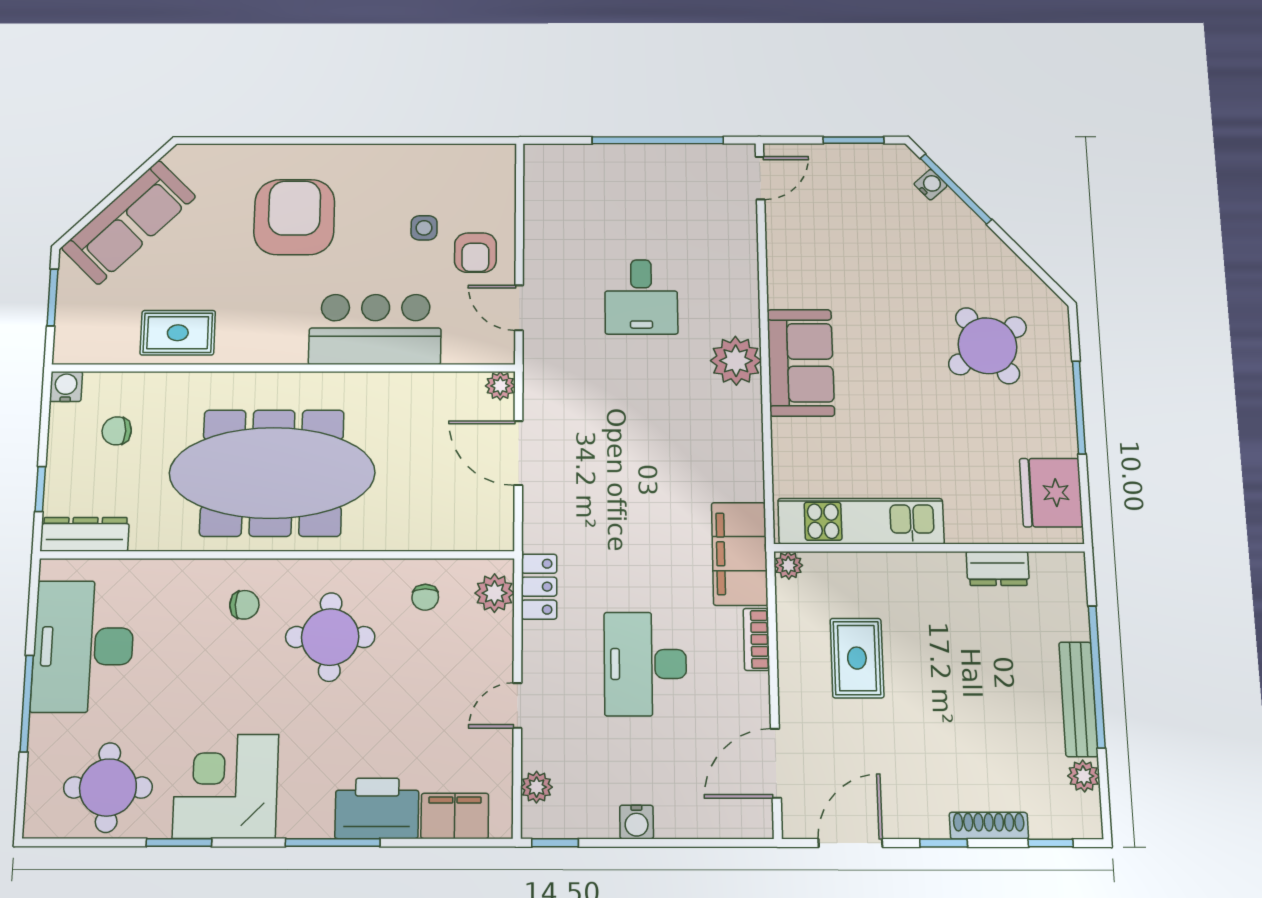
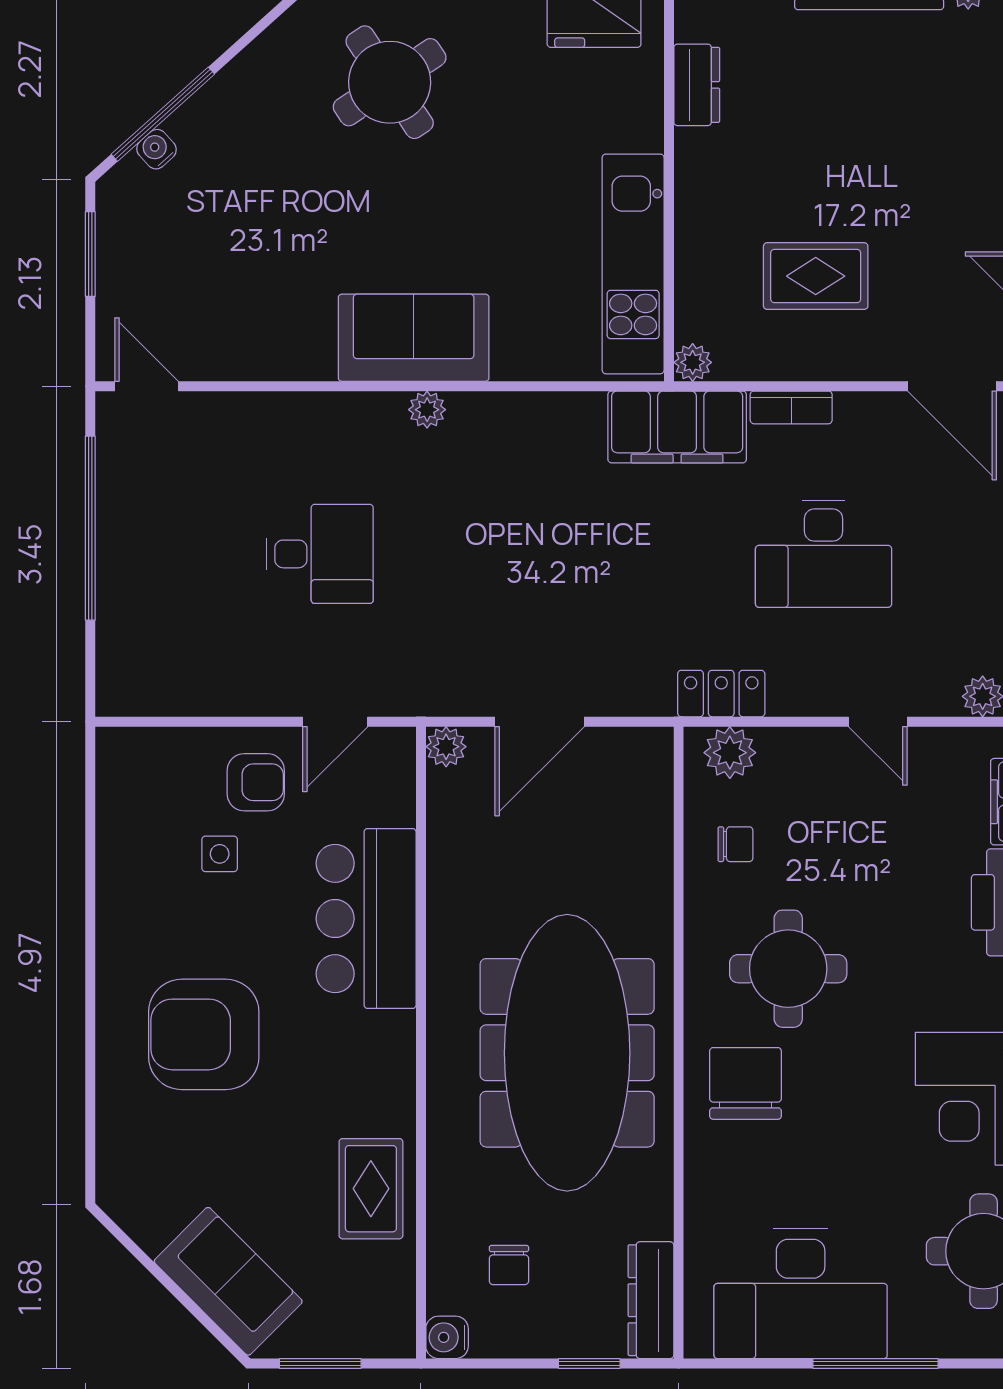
sofa: (129, 222) -> (228, 1281), width x0.73
plant: (736, 361) -> (427, 410), width x0.53, depth x0.53
chair: (244, 605) -> (746, 1083), width x1.87, depth x1.87

